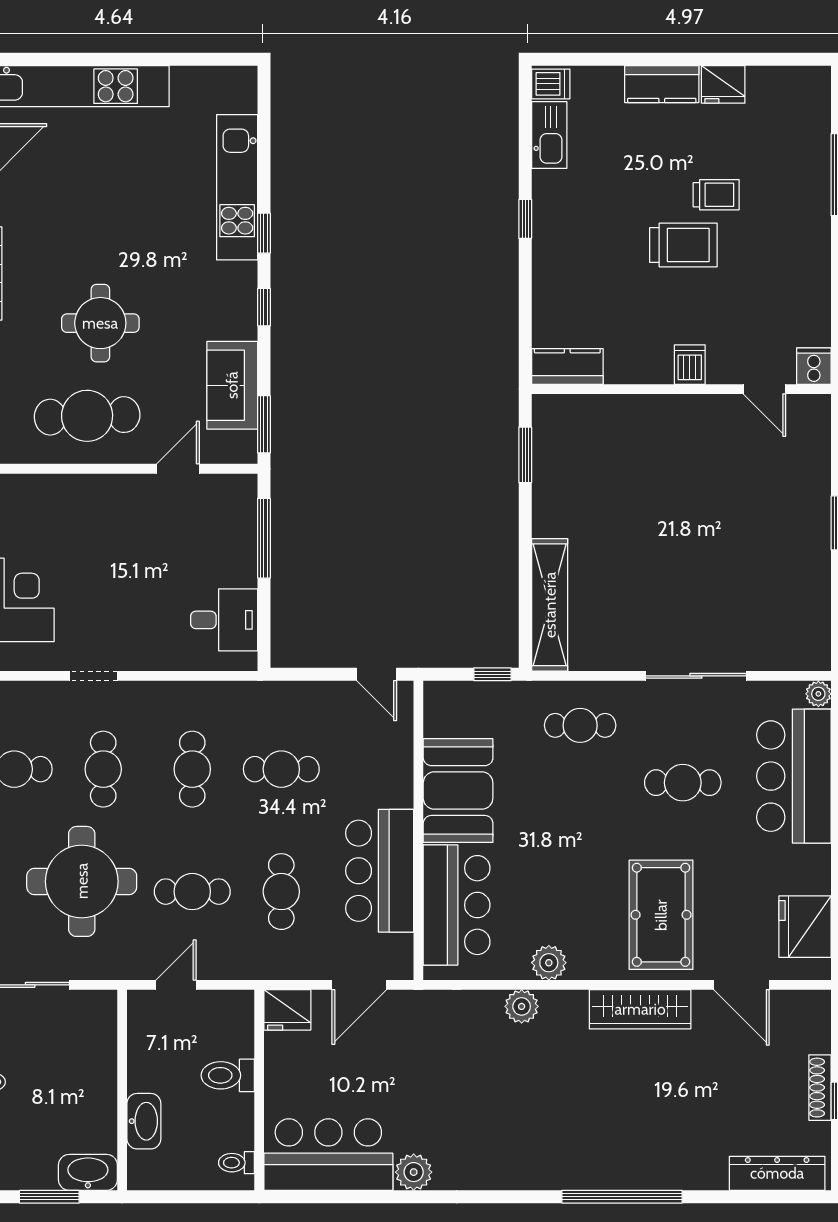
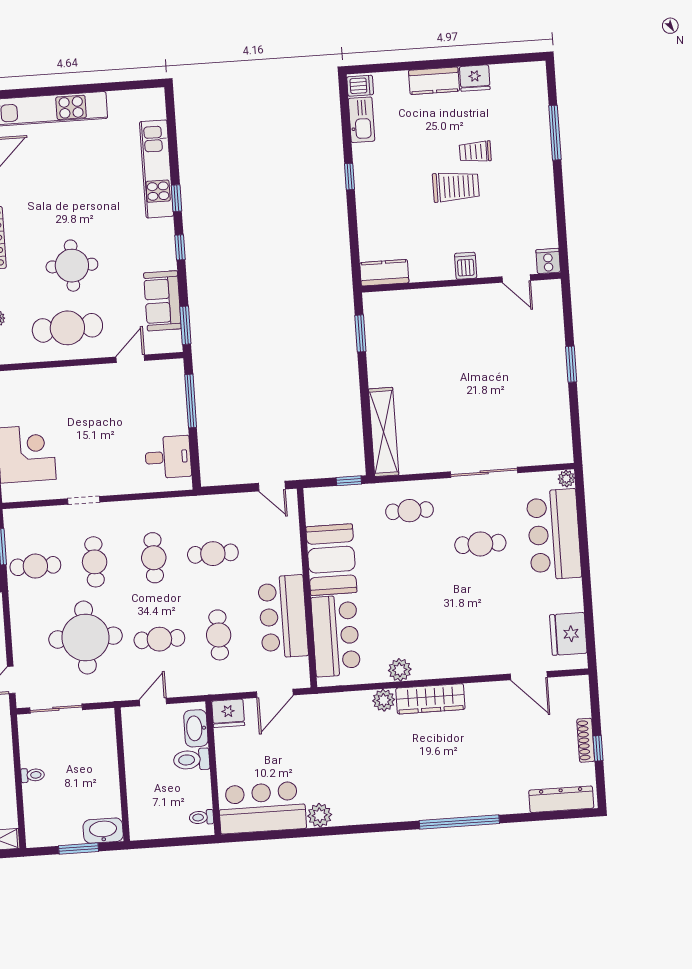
trolley: (716, 195) -> (475, 152), turned 180
pool table: (661, 915) -> (472, 633), removed
wardrobe: (640, 1009) -> (430, 699), moved
washbasin: (144, 1121) -> (196, 728), moved, turned 180

